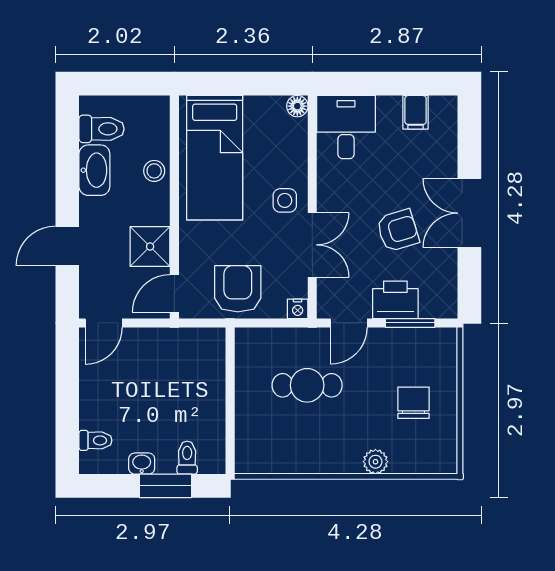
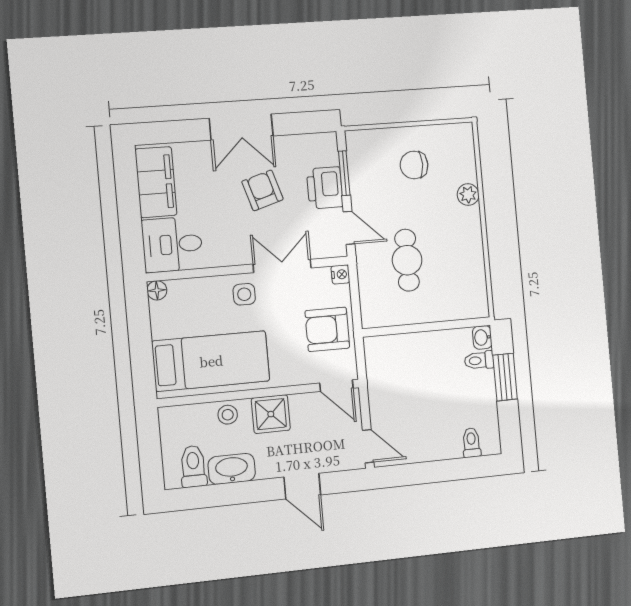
filing cabinet: (416, 112) -> (156, 182), width x3.00, depth x1.17
shower: (150, 246) -> (271, 414), moved
washbasin: (142, 464) -> (482, 337), moved

